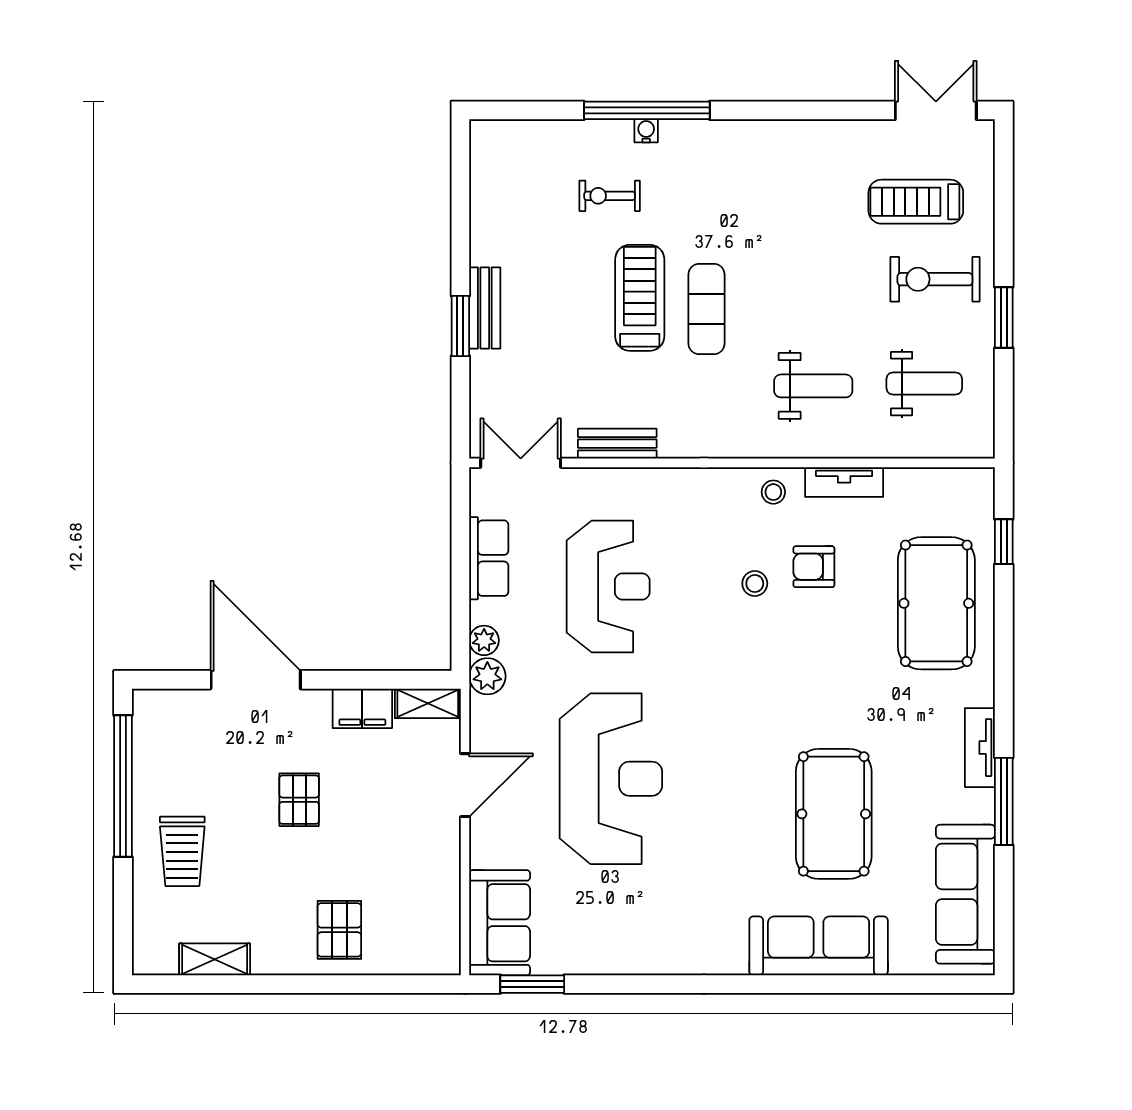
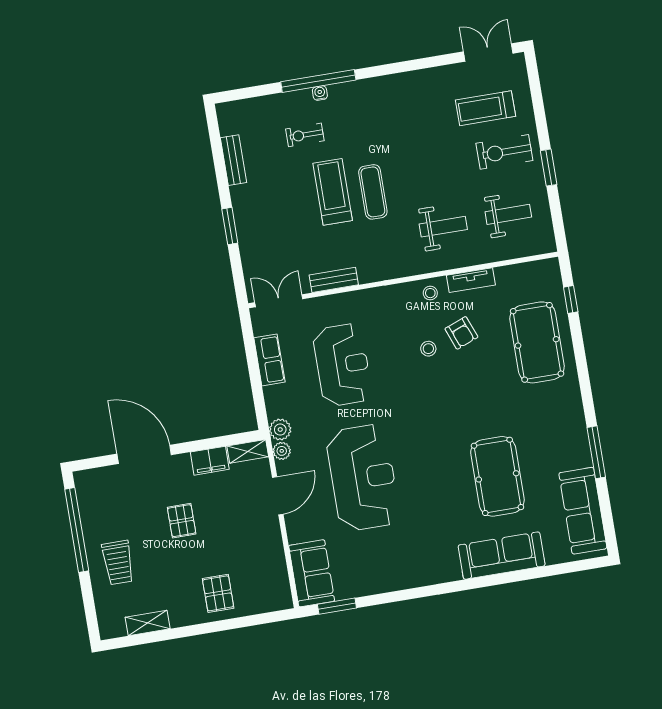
bench: (485, 308) -> (233, 160), moved
armchair: (814, 567) -> (461, 333), turned -111
plant: (484, 640) -> (282, 451), moved
tv unit: (980, 748) -> (577, 423), removed

